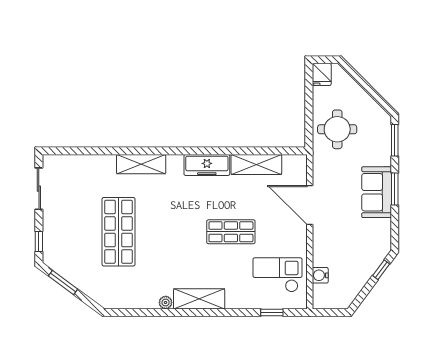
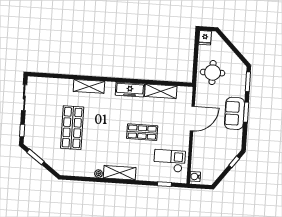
door: (310, 205) -> (192, 119), swing flipped
water cooler: (320, 275) -> (195, 176), moved

